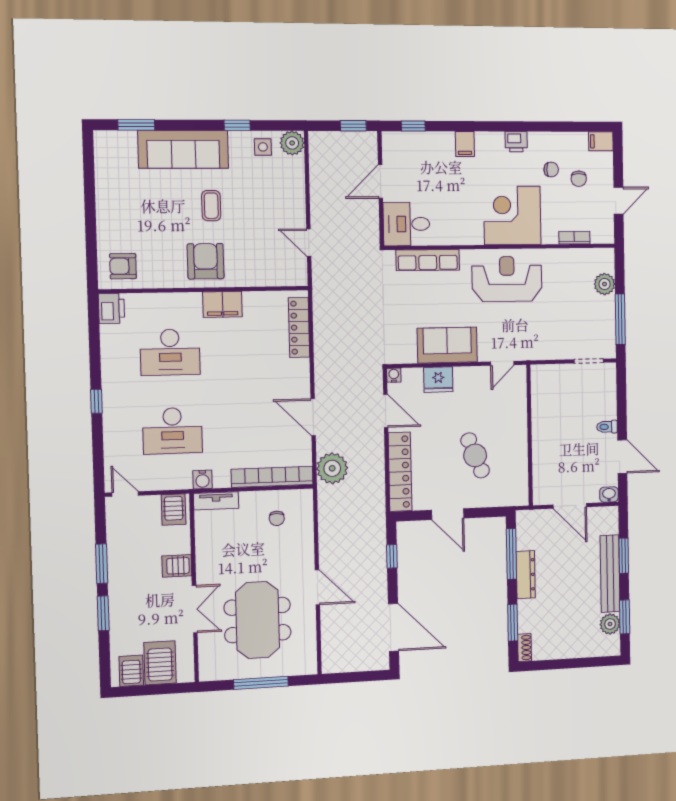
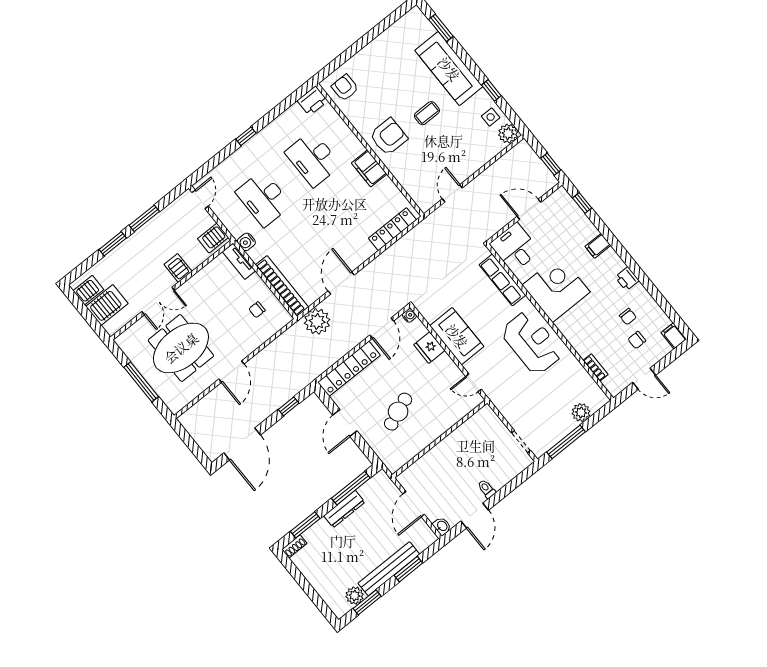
corner desk: (512, 215) -> (556, 289), moved

